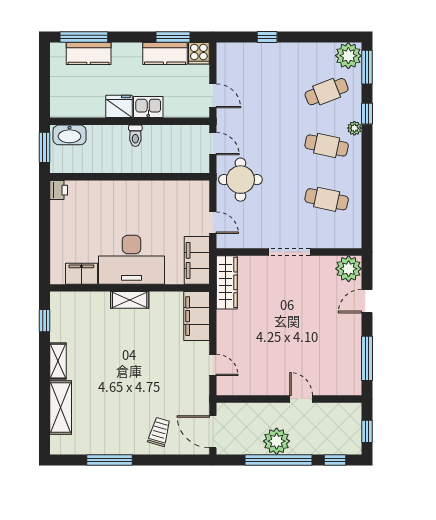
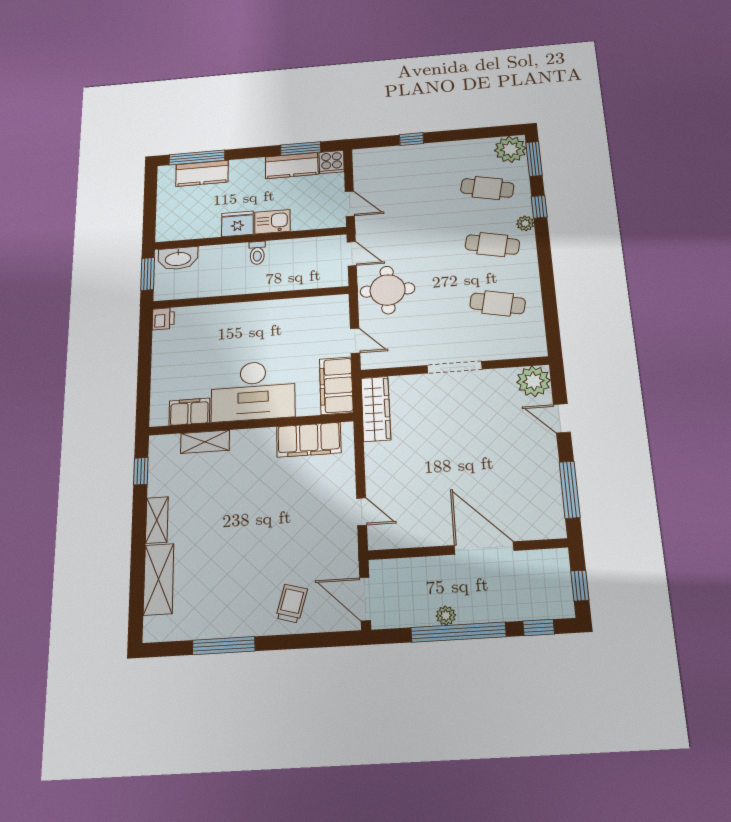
cafe table: (327, 92) -> (487, 188), turned 33
shelving: (130, 300) -> (205, 442), moved
door: (367, 301) -> (562, 418), hinge flipped
filing cabinet: (197, 316) -> (309, 440), moved, turned -90
door: (301, 399) -> (484, 548), width x1.87
plant: (277, 441) -> (446, 616), width x0.53, depth x0.53

